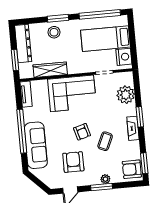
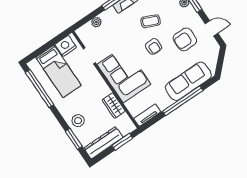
window: (58, 18) -> (74, 139), moved
wardrobe: (50, 70) -> (114, 106), width x0.67
plant: (126, 95) -> (96, 22), width x0.53, depth x0.53
armchair: (82, 132) -> (153, 46), turned 106

